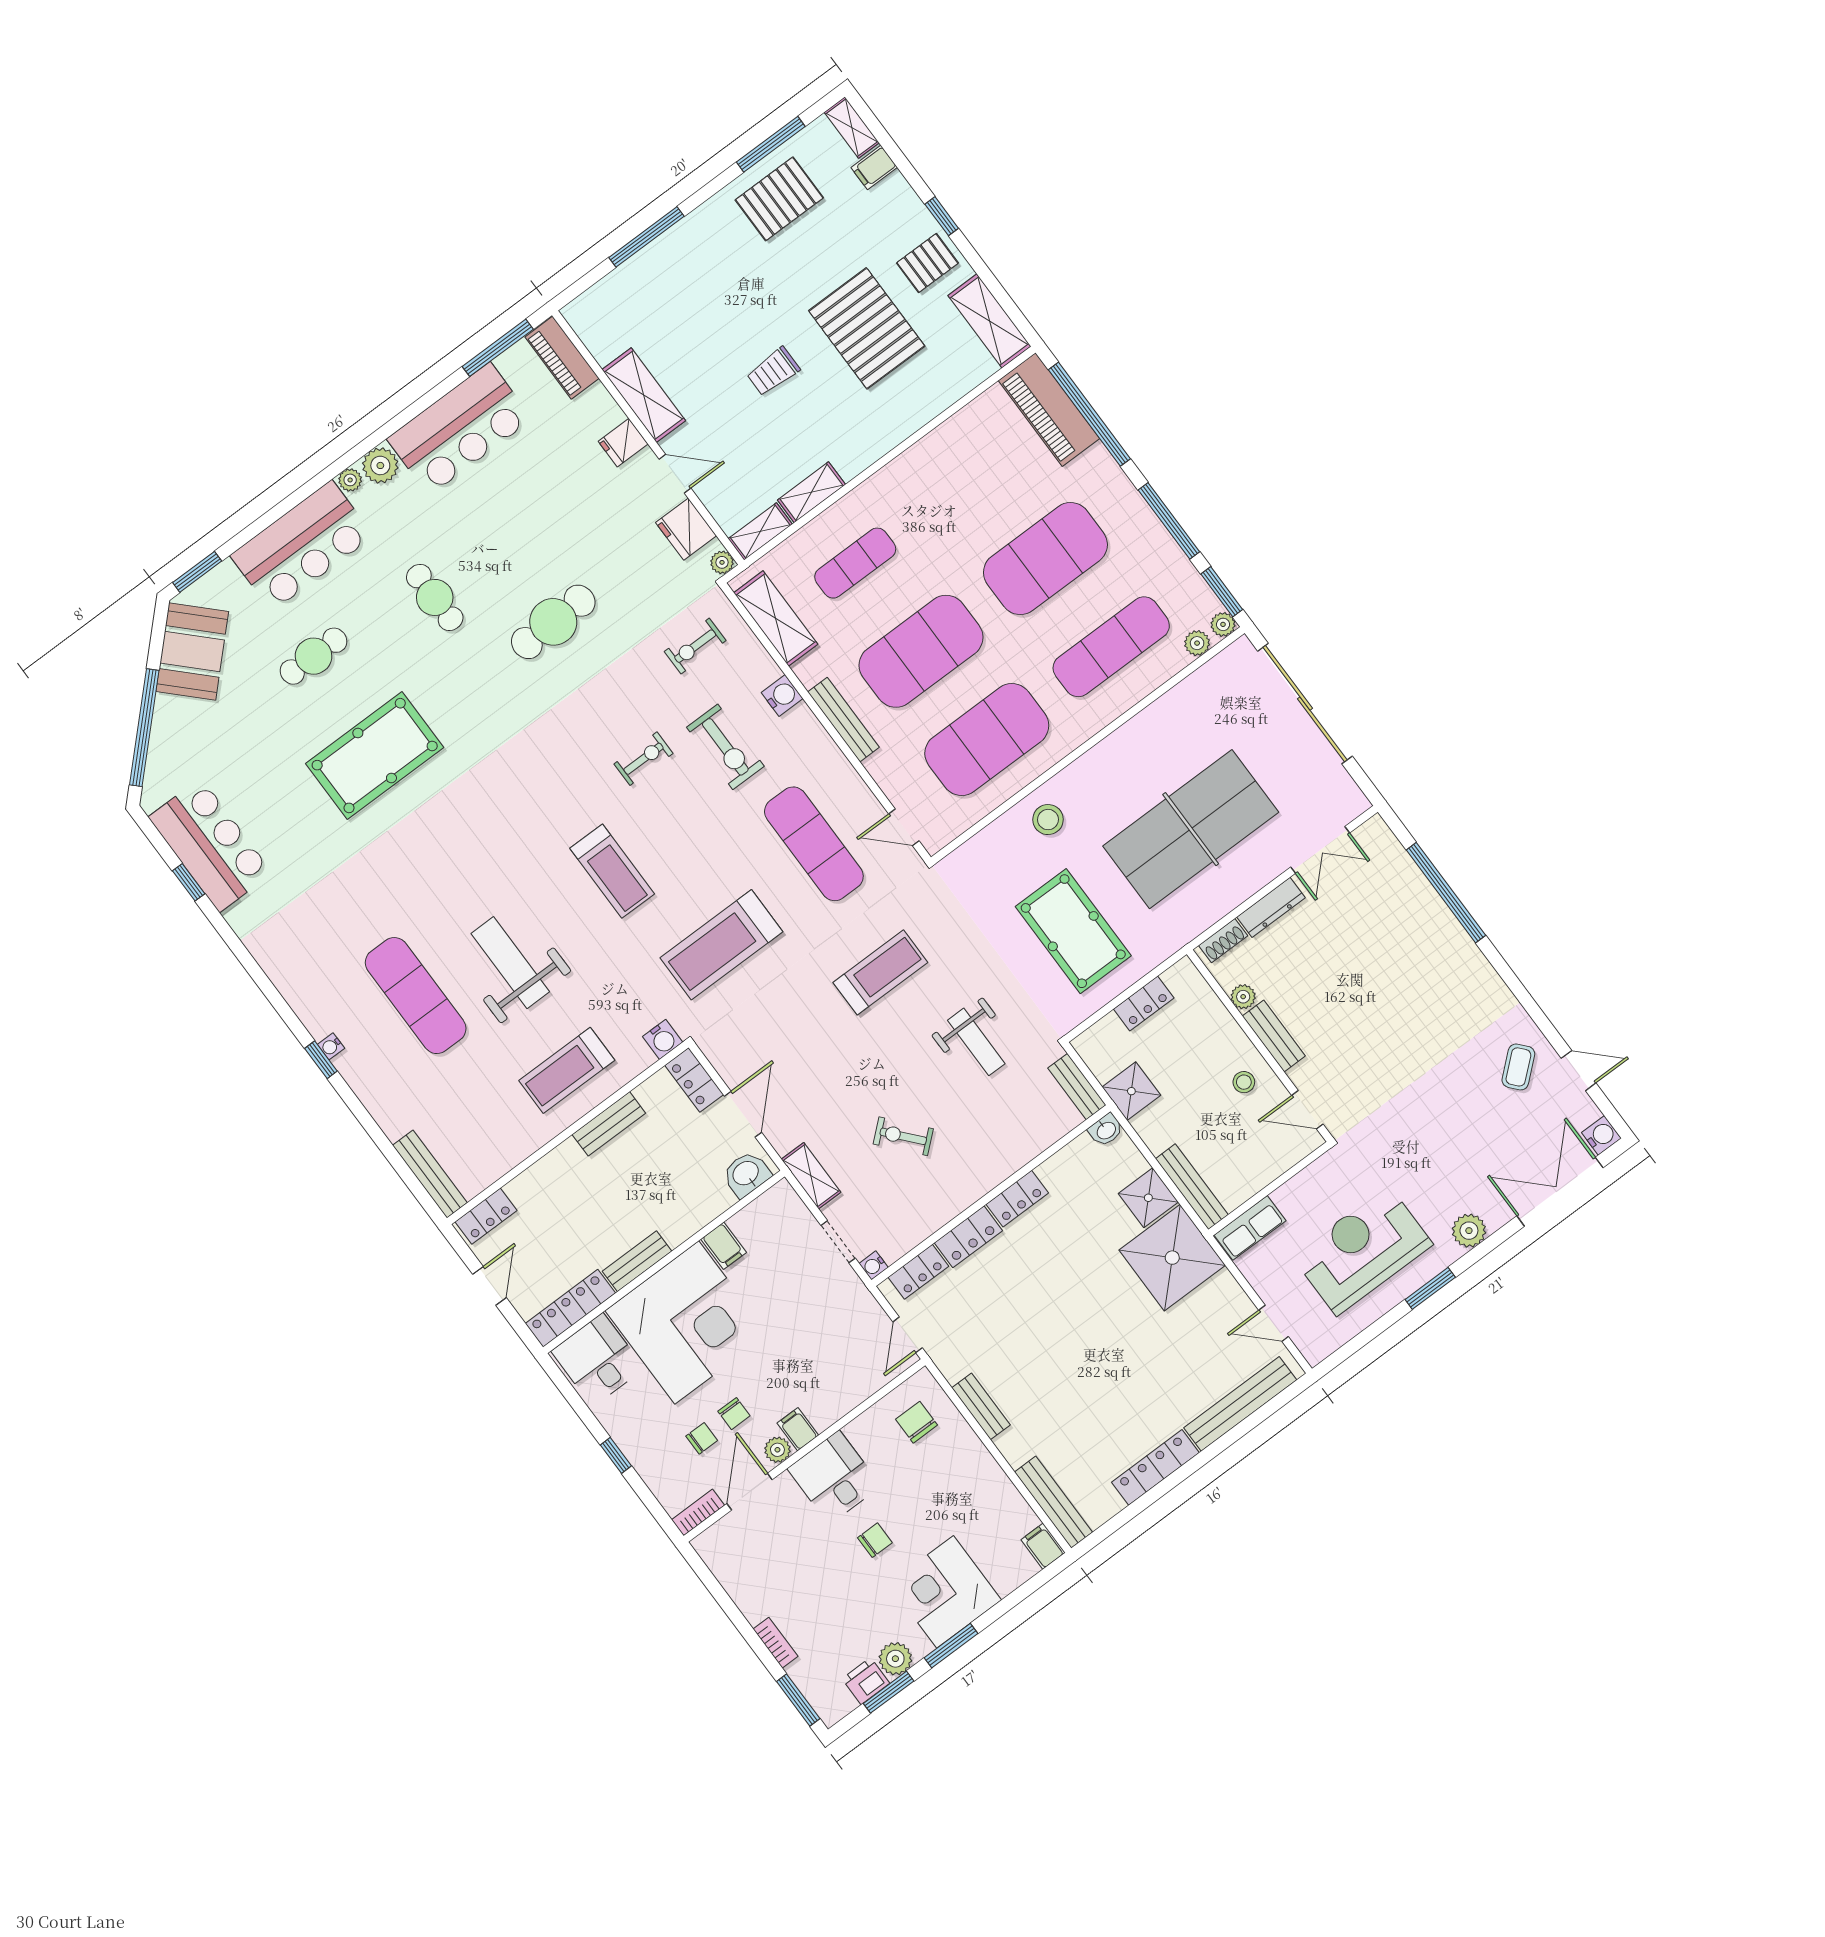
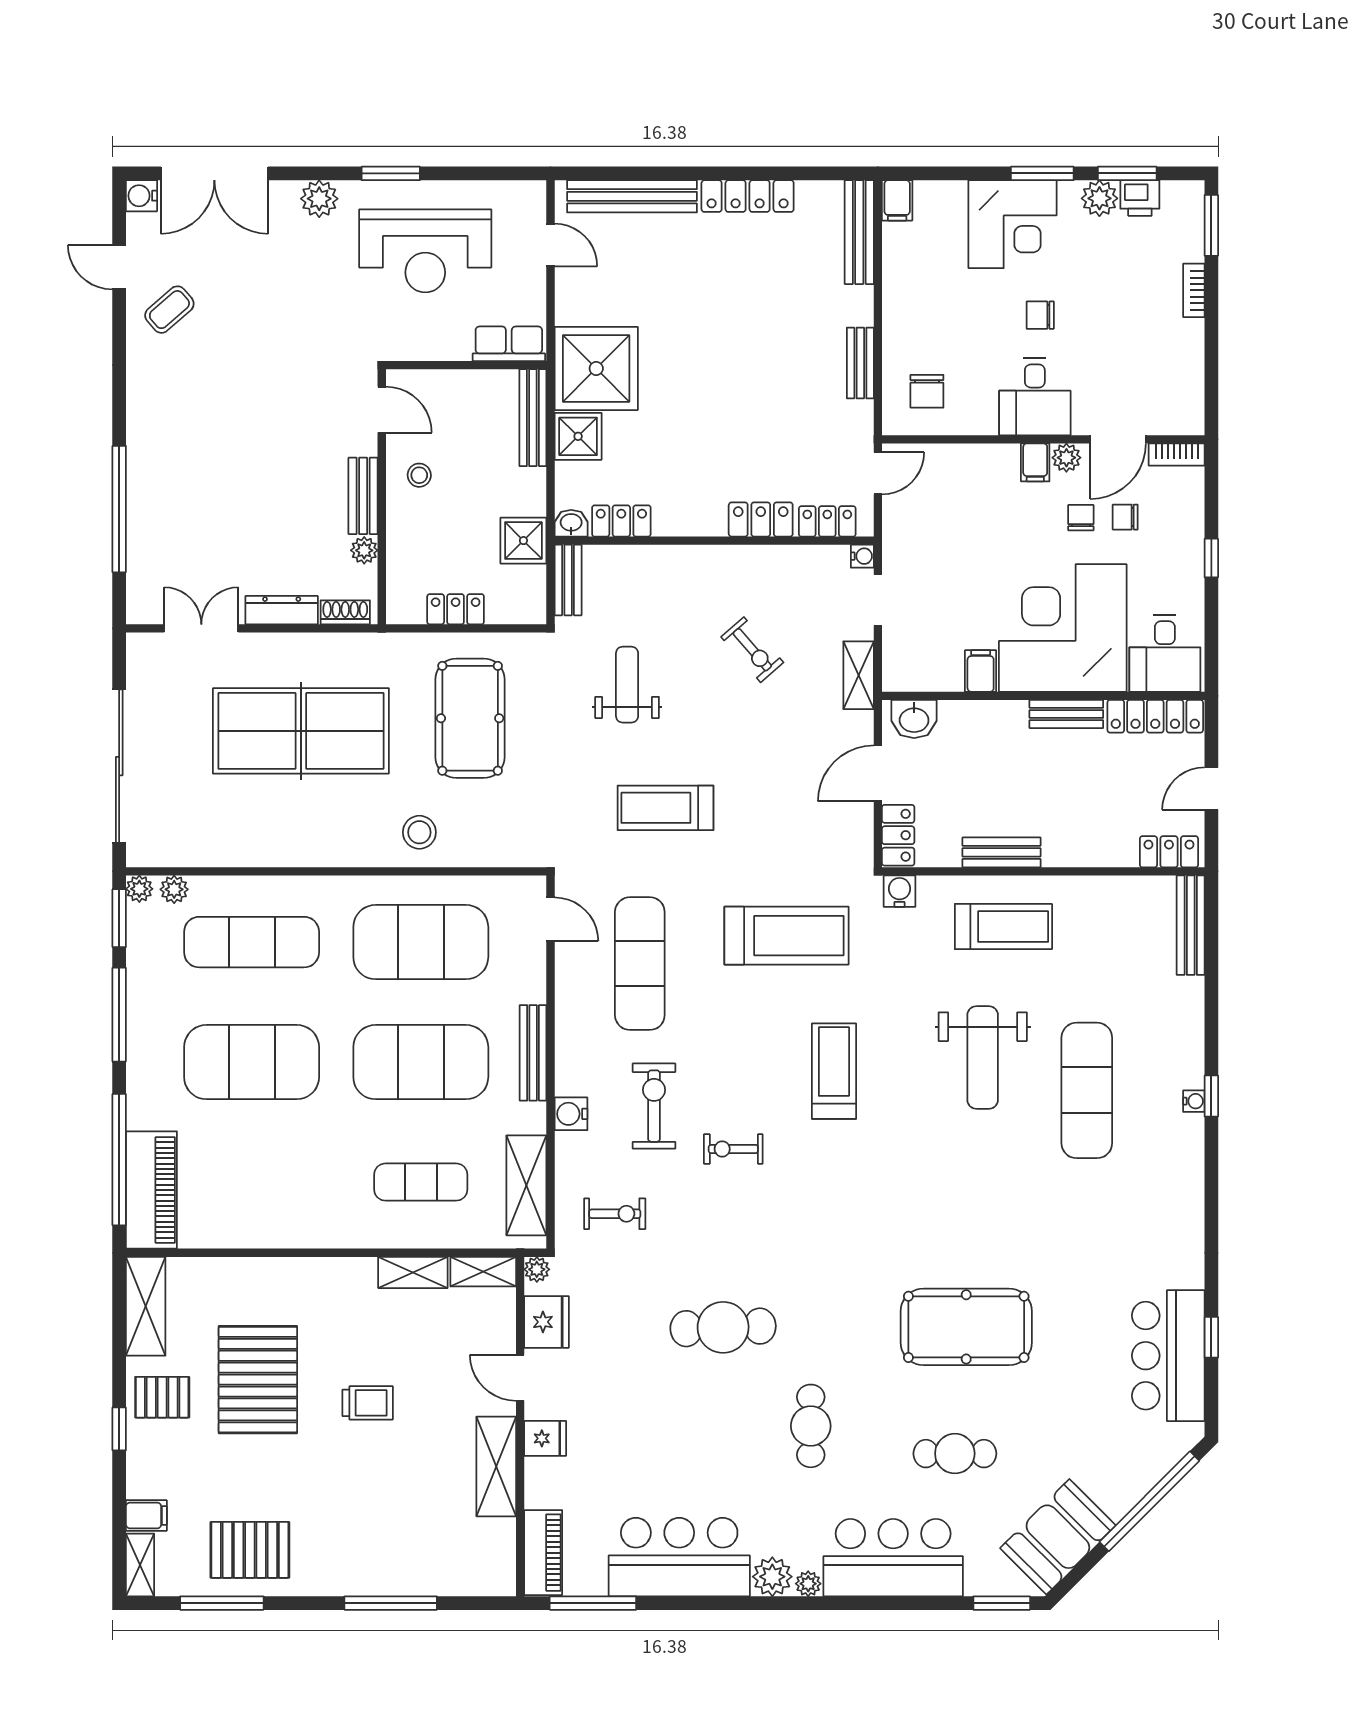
locker: (1017, 1199) -> (621, 521), moved

